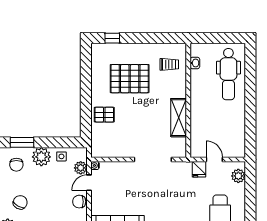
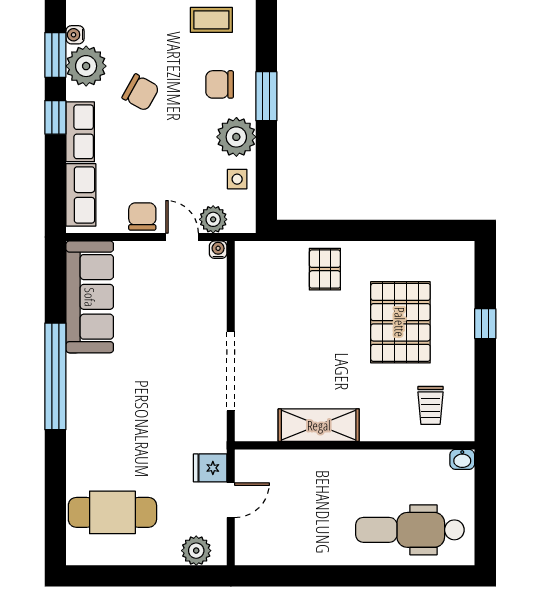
window: (112, 38) -> (485, 324), moved
washbasin: (195, 63) -> (462, 459), moved

